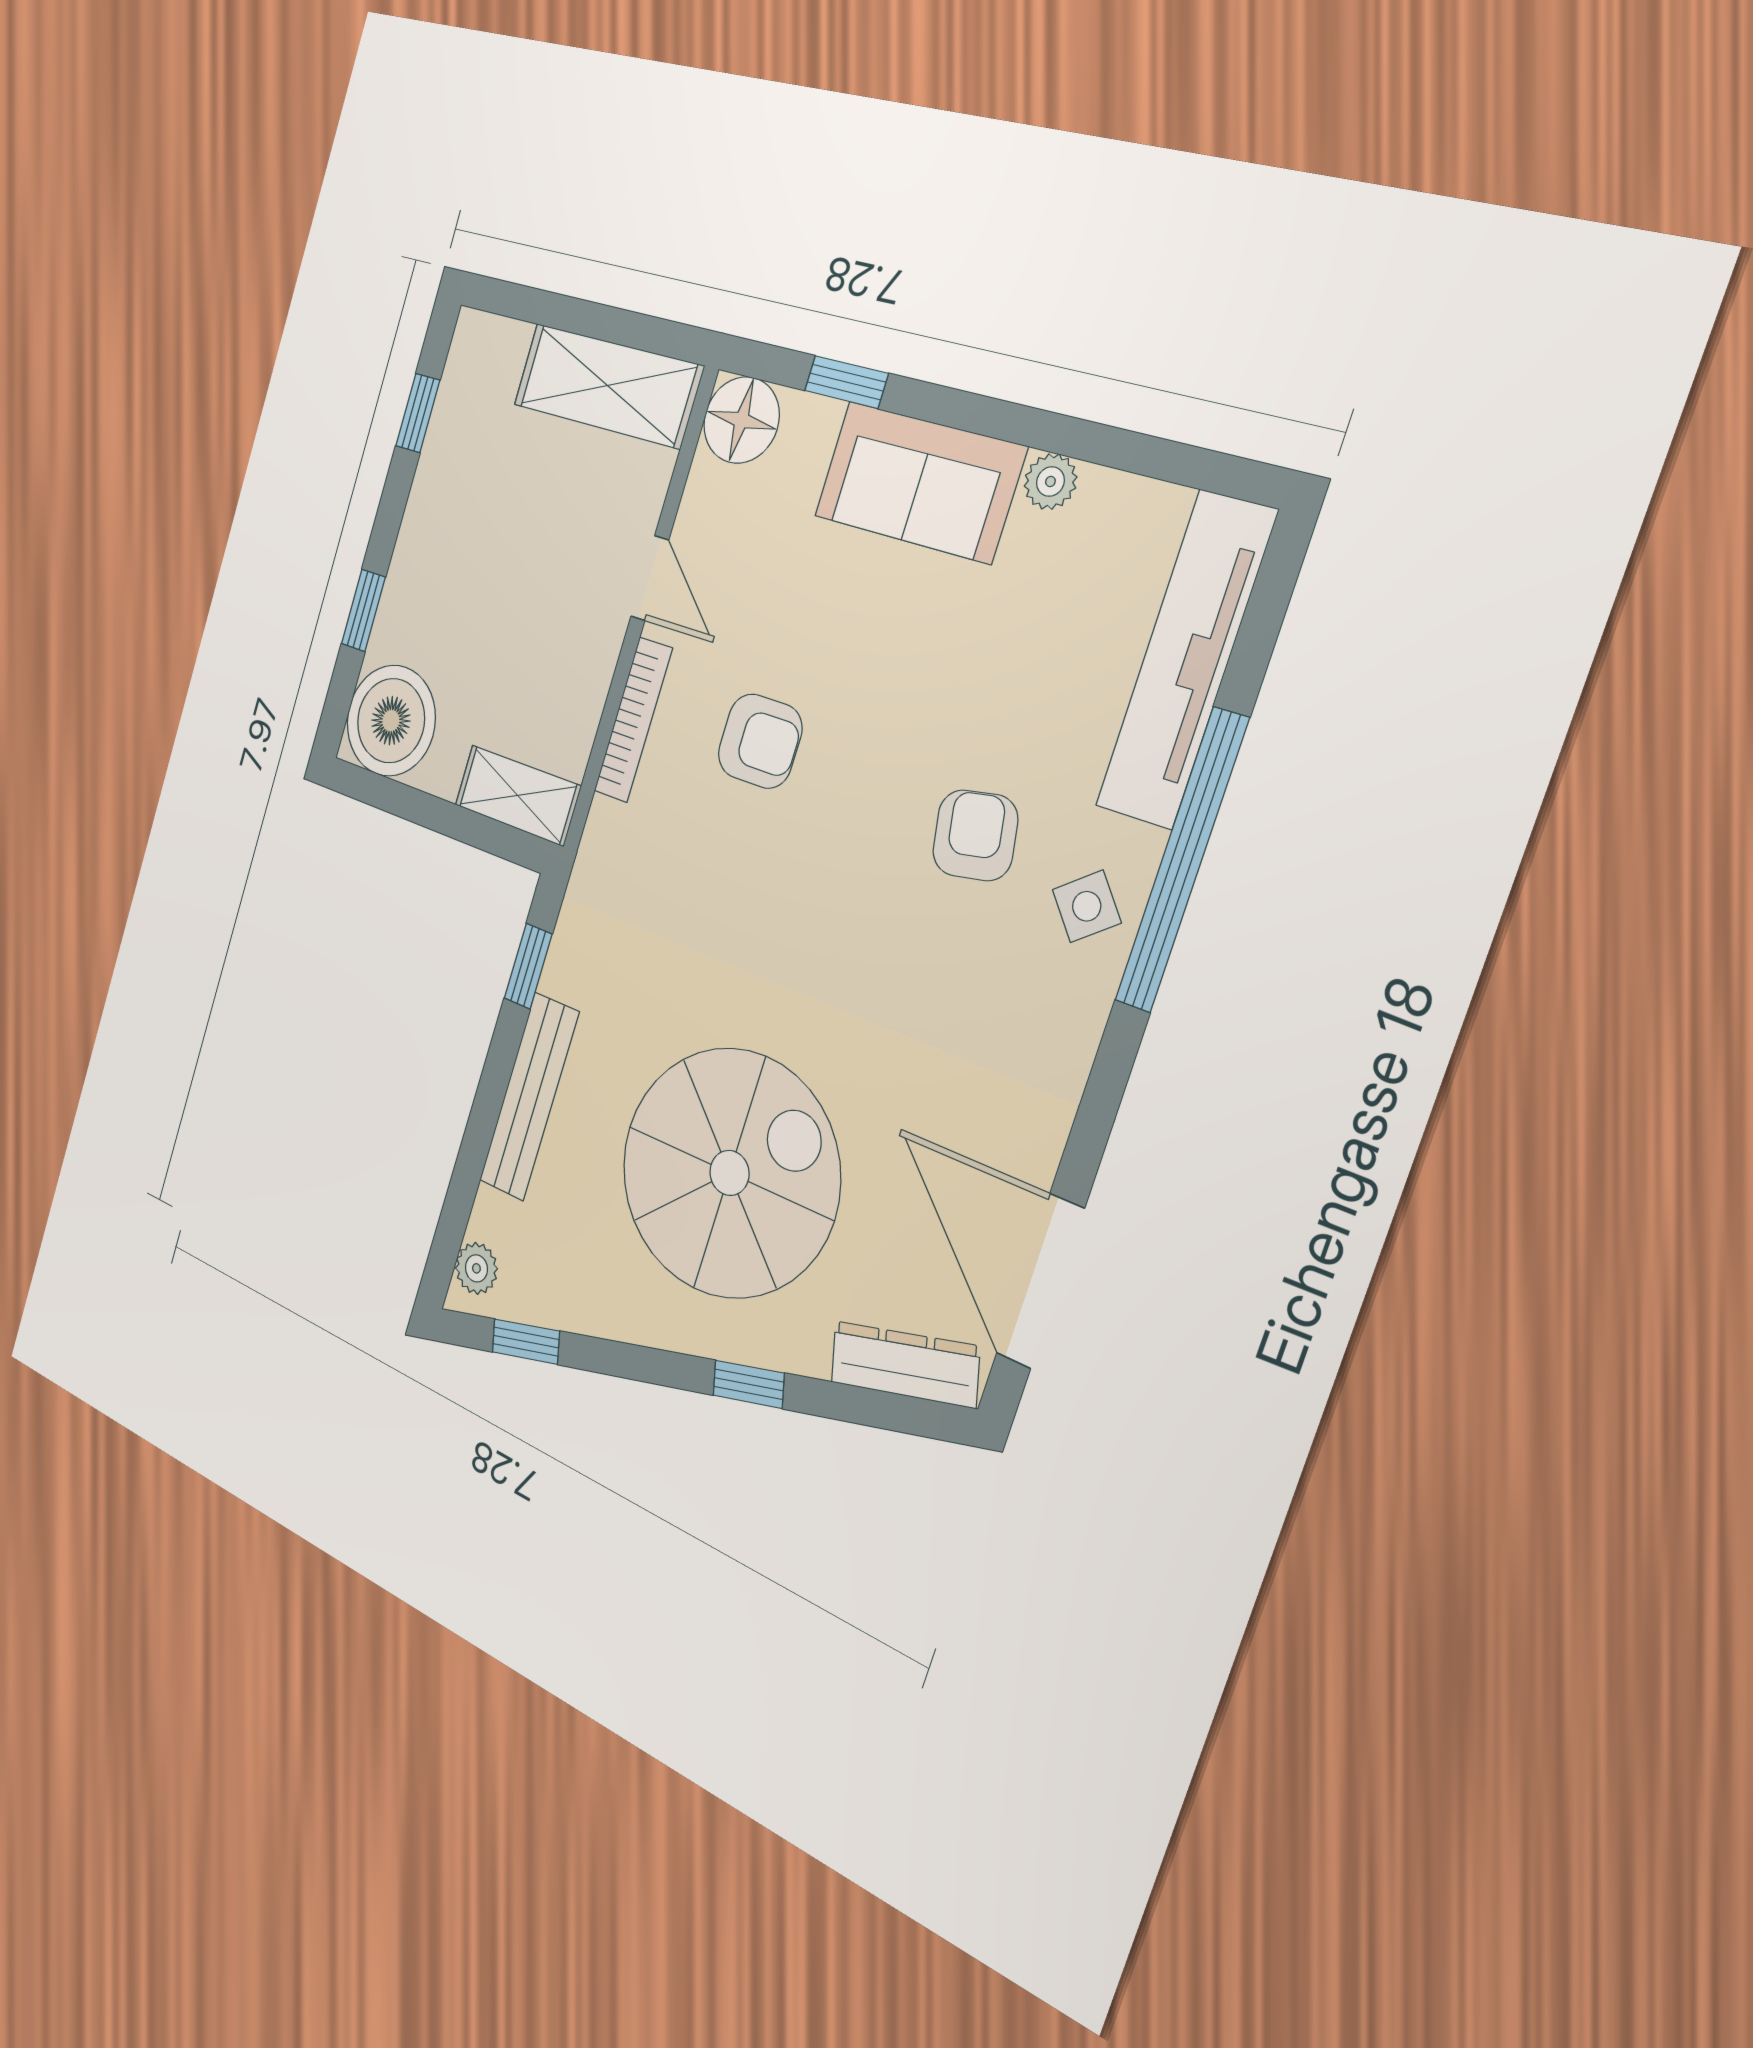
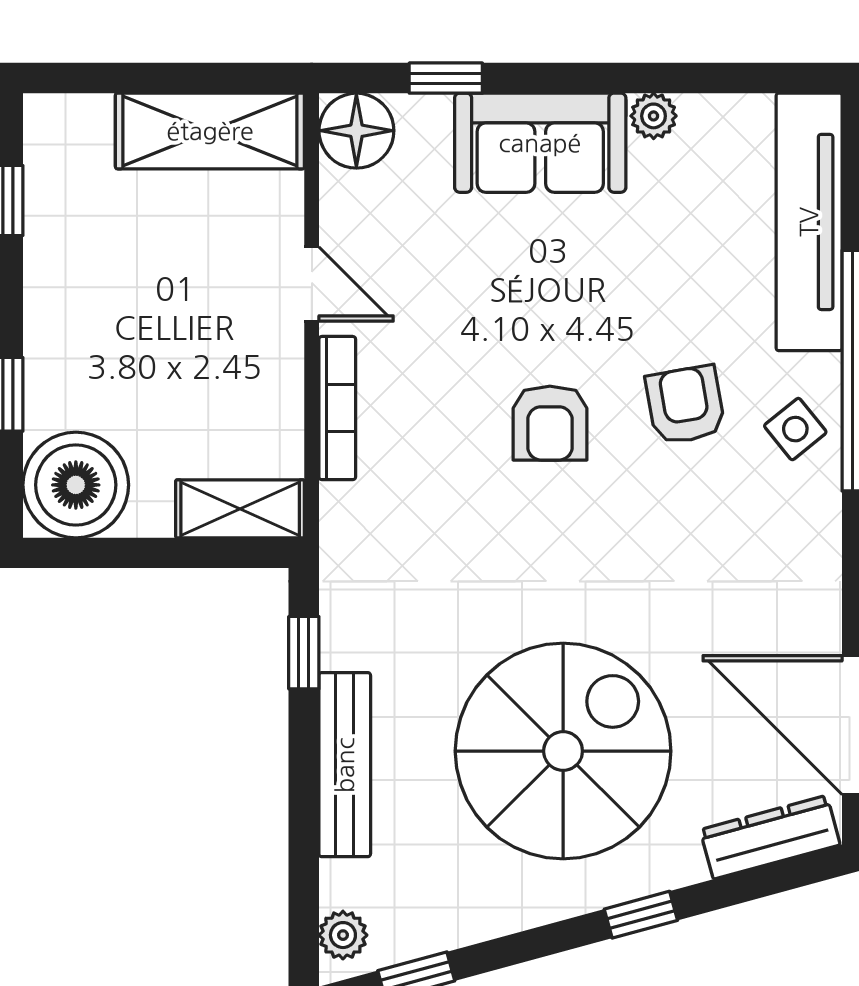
armchair: (760, 741) -> (550, 423), moved, turned 90

